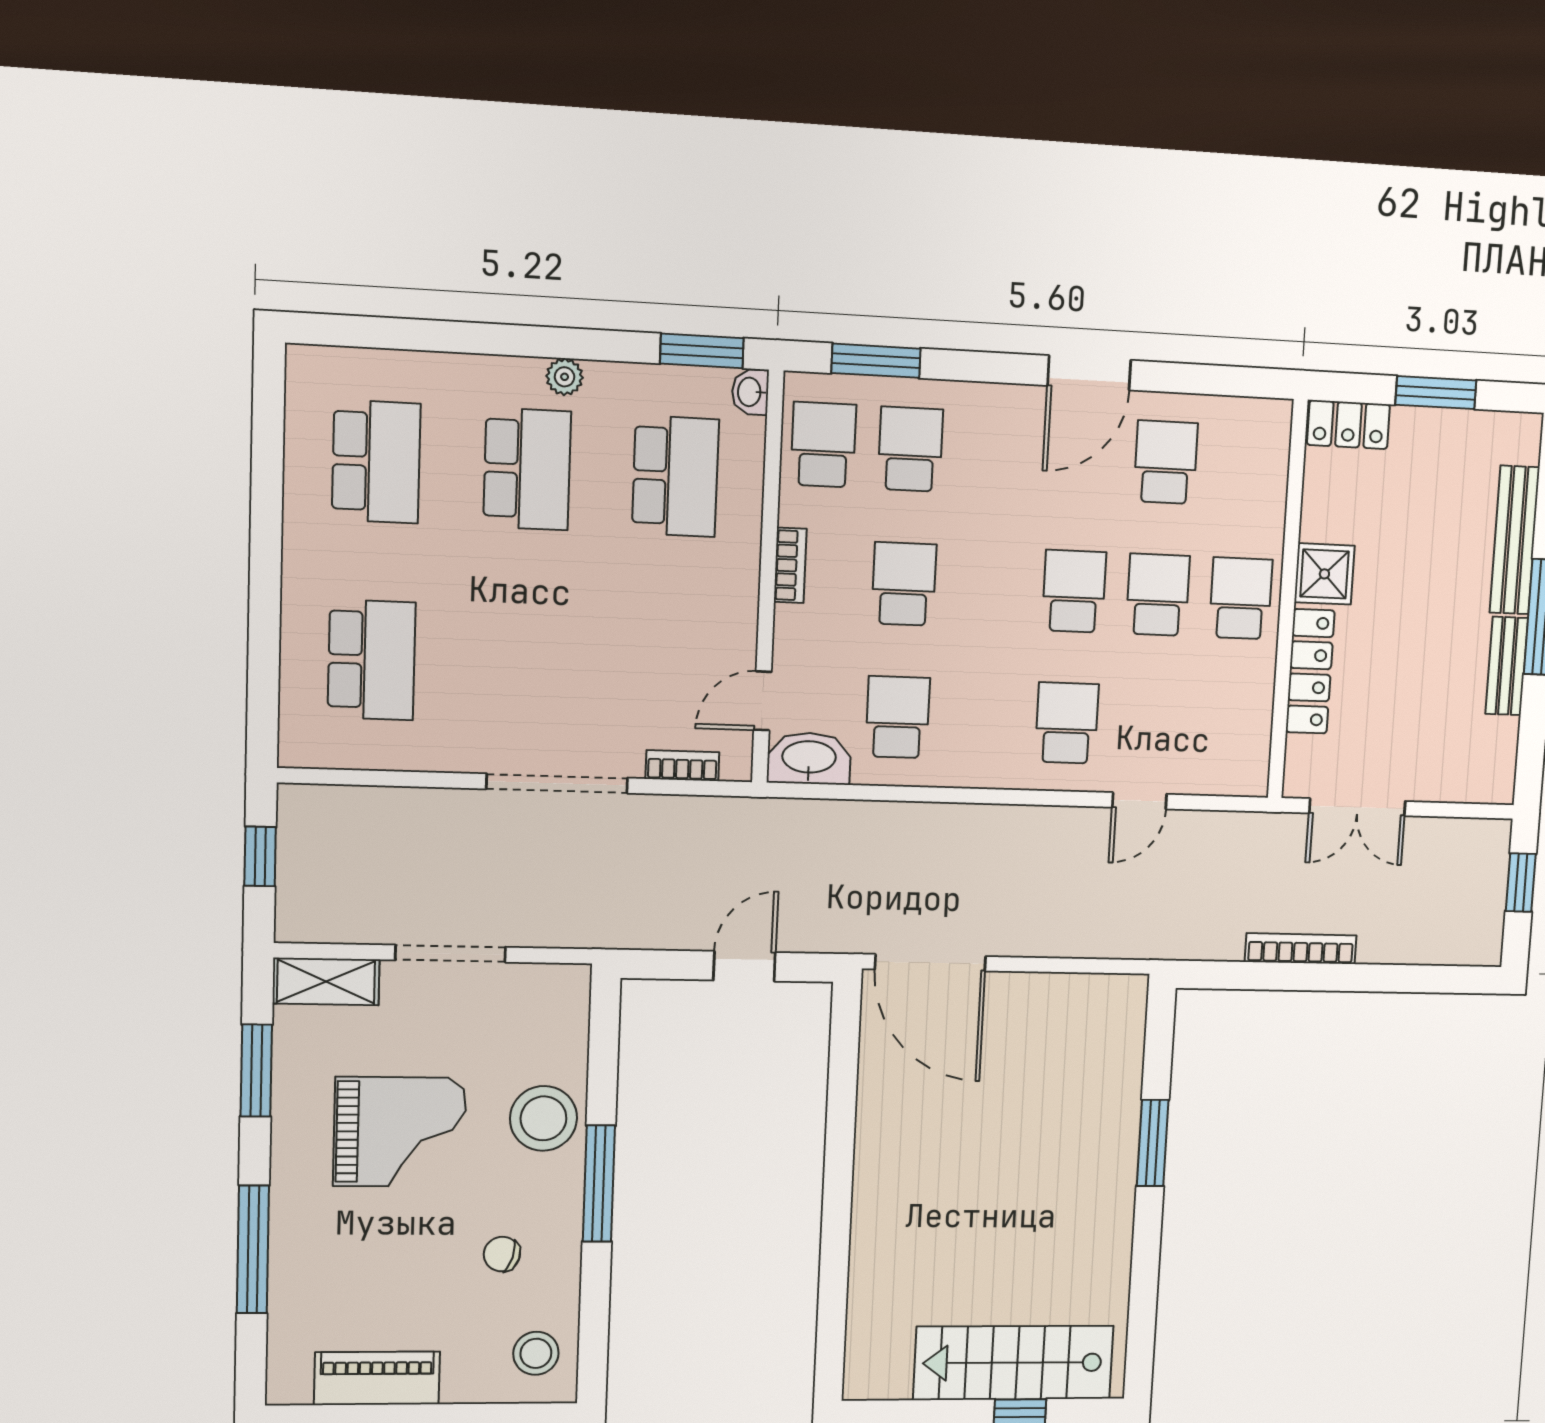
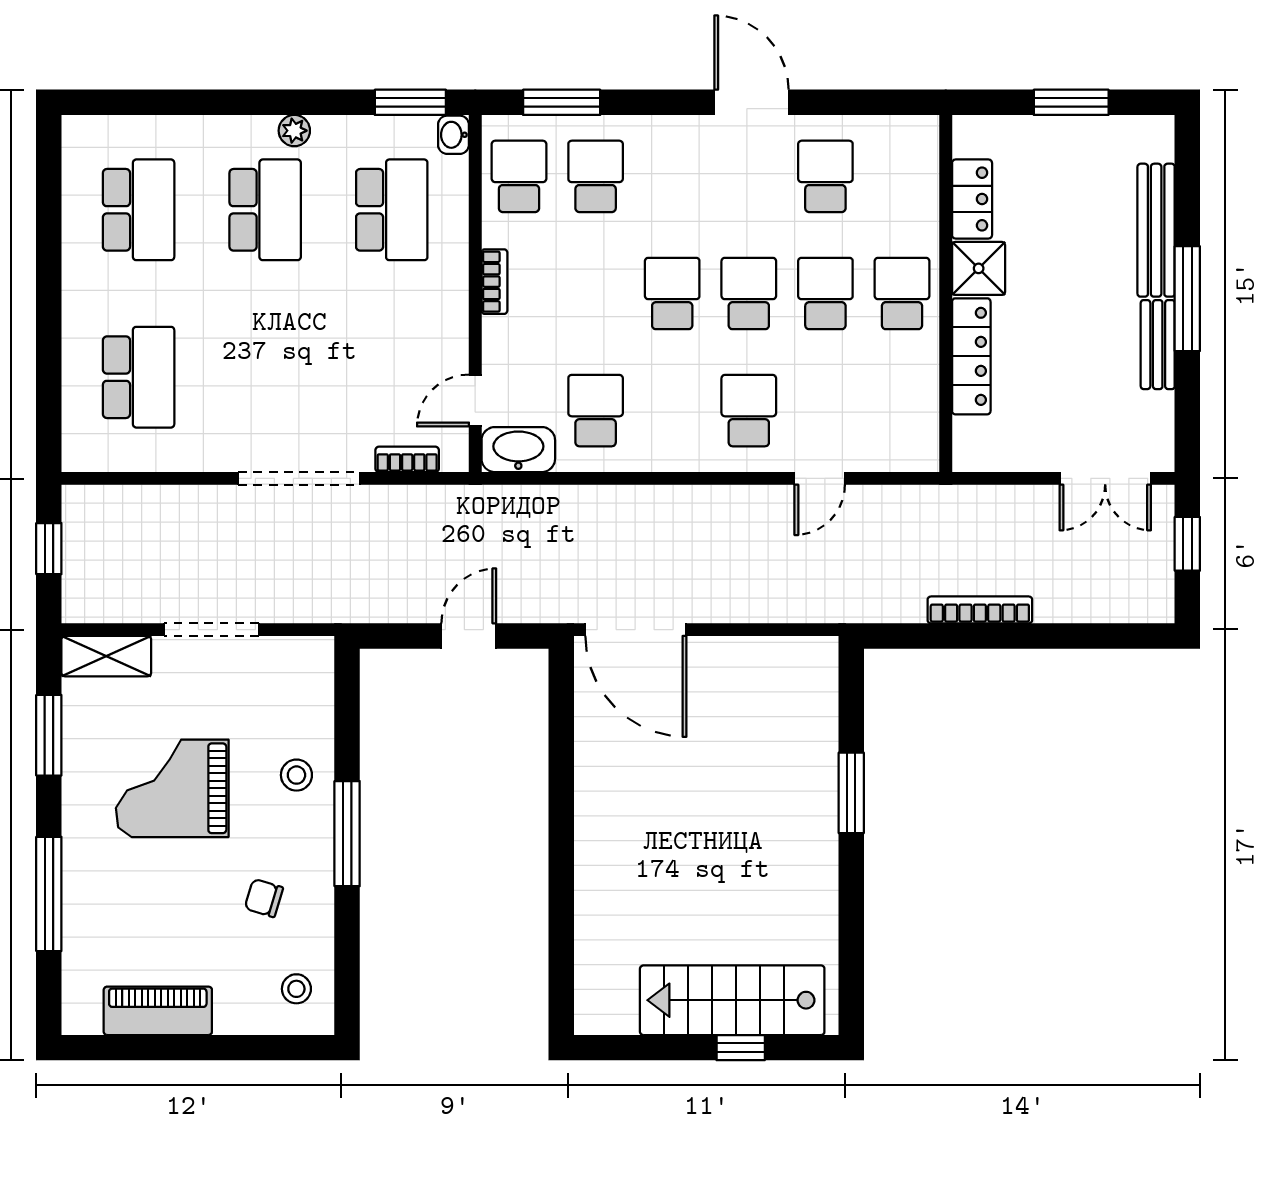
door: (1089, 373) -> (751, 102), swing flipped
locker: (1348, 425) -> (972, 199), moved, turned -90
school desk: (904, 584) -> (672, 294), moved
double door: (1357, 807) -> (1105, 478), moved
stool: (543, 1118) -> (296, 775), width x0.53, depth x0.53
grand piano: (400, 1132) -> (172, 788), turned 180
stool: (536, 1353) -> (296, 989), width x0.73, depth x0.73

